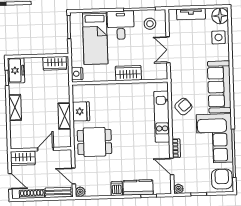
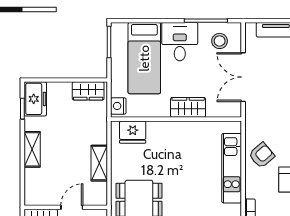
double door: (168, 50) -> (243, 77), width x1.37
fridge: (81, 111) -> (133, 132), moved, turned 90

